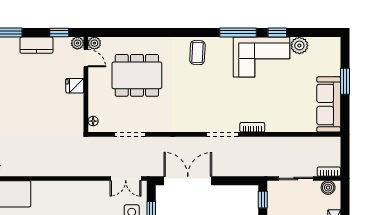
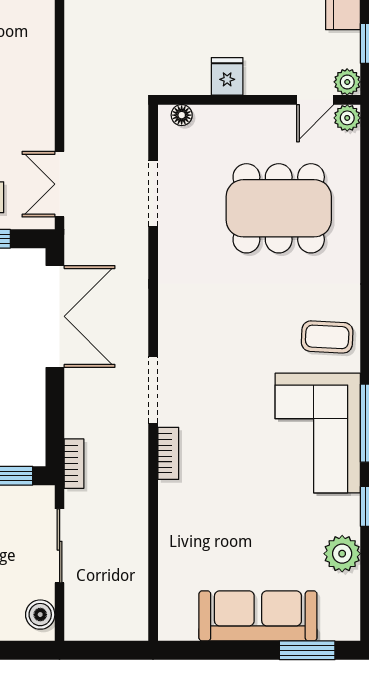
corner sofa: (261, 57) -> (318, 433), moved
dining table: (137, 75) -> (279, 208), turned 90
window: (345, 81) -> (307, 650), moved
fridge: (75, 86) -> (227, 76), moved
sofa: (329, 104) -> (258, 616), moved
bookcase: (329, 172) -> (74, 464), moved

